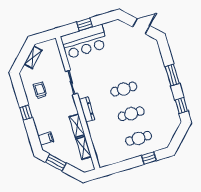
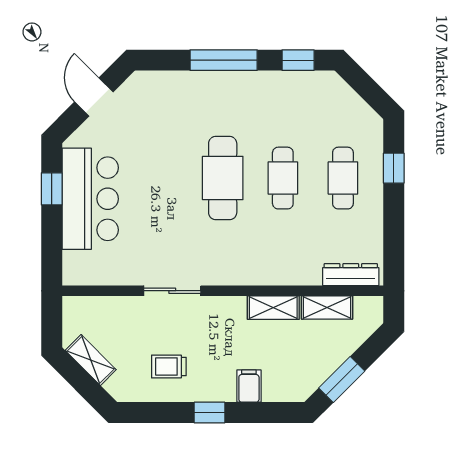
window: (85, 24) -> (52, 189), moved
bar counter: (84, 42) -> (90, 199), moved
window: (172, 75) -> (224, 60), width x1.44
cafe table: (124, 89) -> (223, 178), width x1.37, depth x1.35
dresser: (87, 109) -> (351, 275), moved
filing cabinet: (46, 139) -> (249, 386), moved

